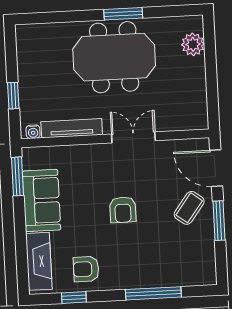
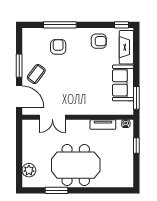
window: (123, 14) -> (56, 190), moved
tv unit: (72, 128) -> (103, 125), width x0.71
double door: (133, 137) -> (52, 117), moved
armchair: (123, 210) -> (58, 47), moved
window: (74, 297) -> (121, 25), moved

